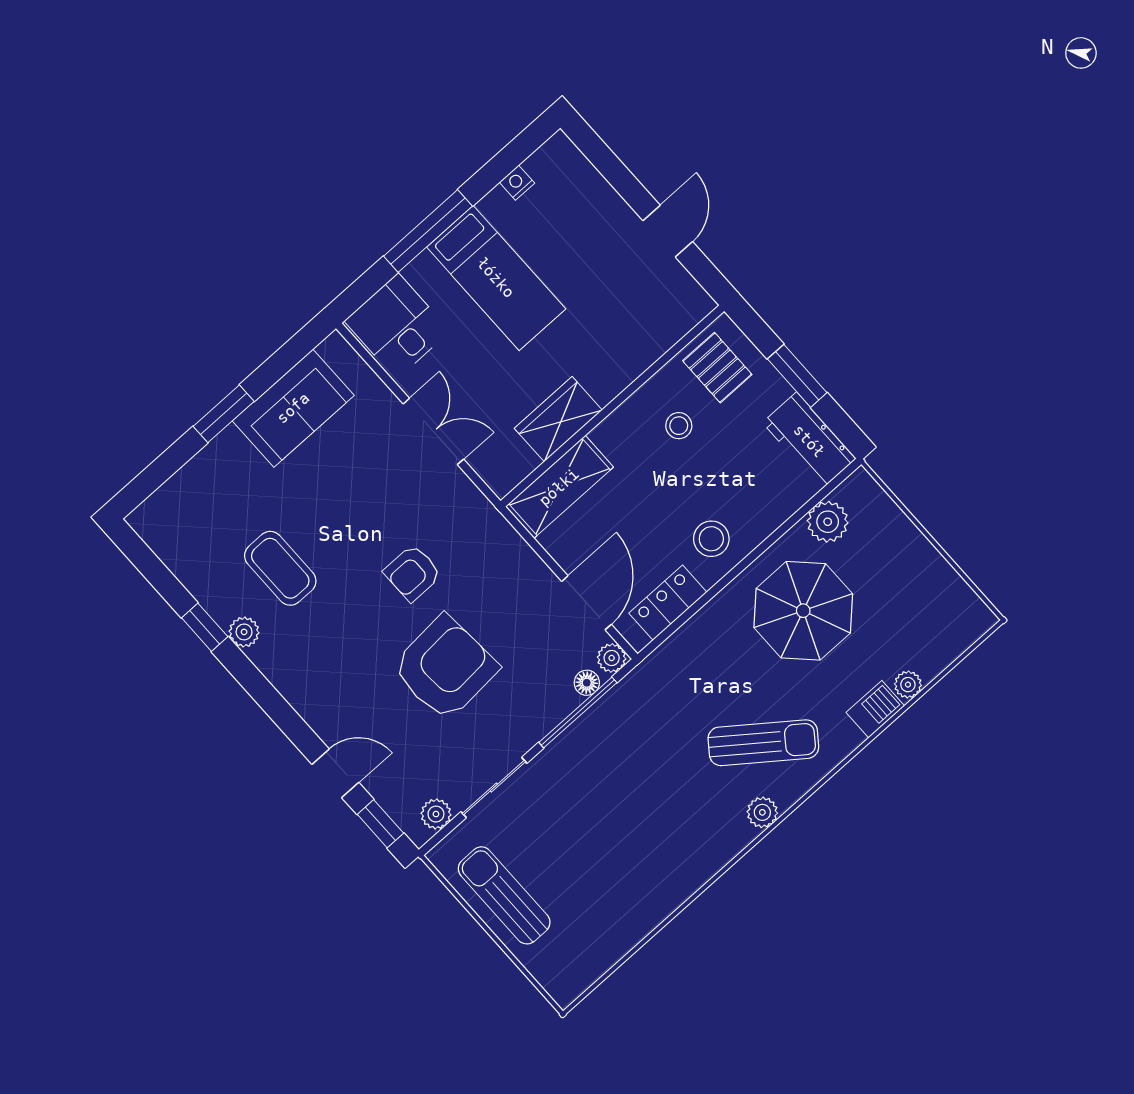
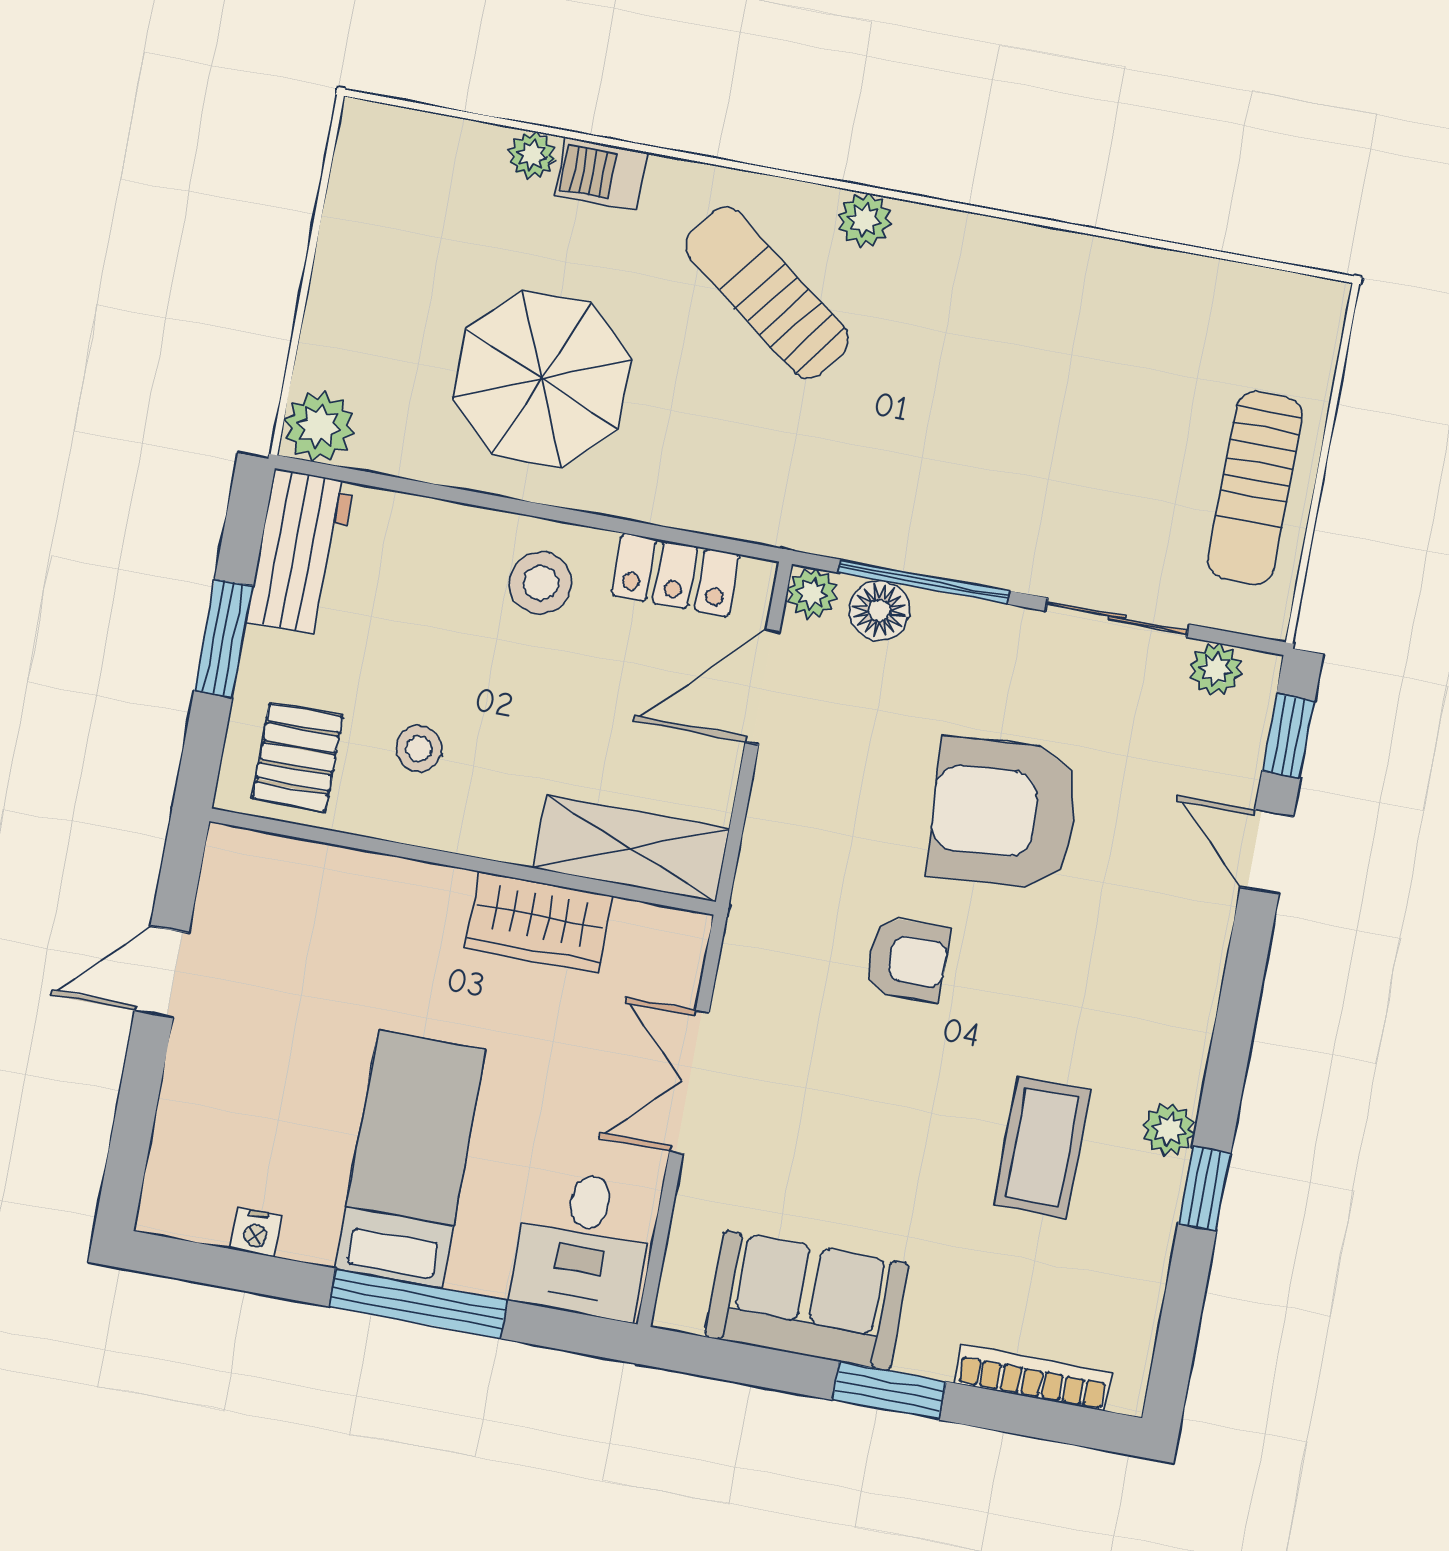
bookcase: (179, 483) -> (1033, 1378), added
plant: (828, 522) -> (319, 426), moved
floor lamp: (587, 683) -> (879, 611), width x1.37, depth x1.37

